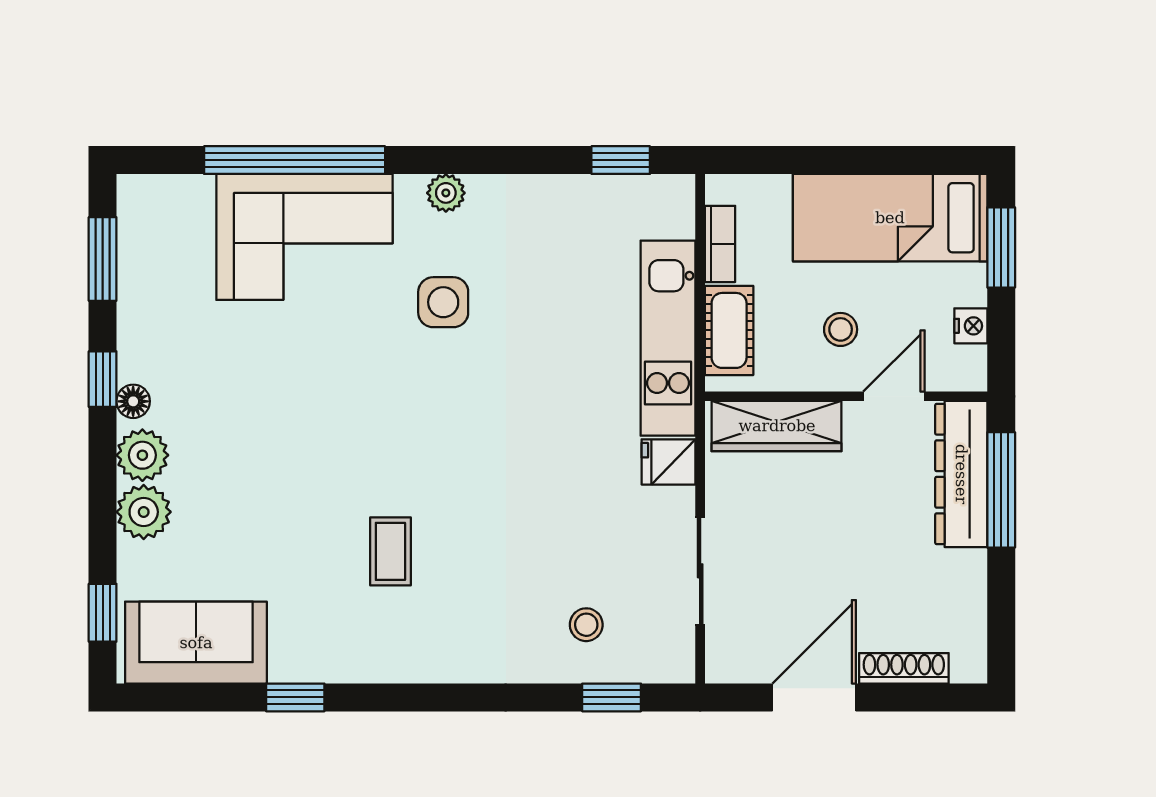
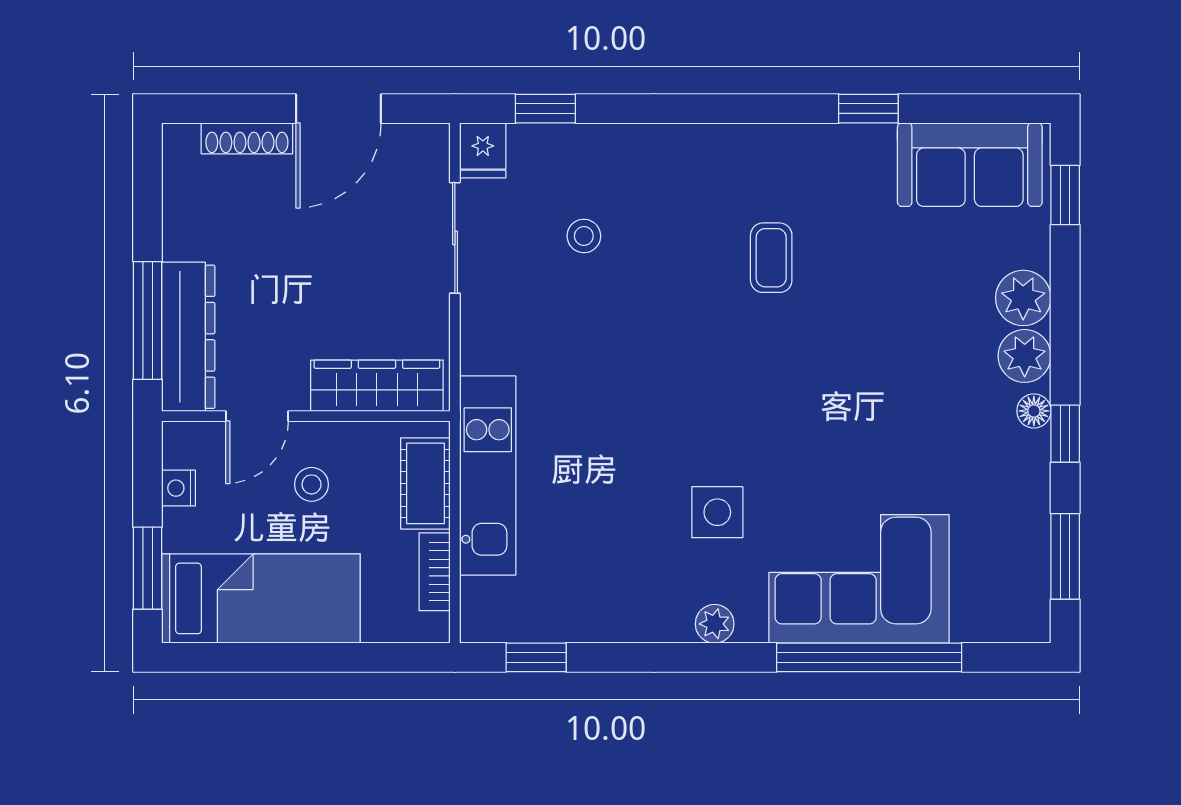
fridge: (669, 462) -> (483, 150), moved, turned 90
stool: (586, 625) -> (584, 236), moved

